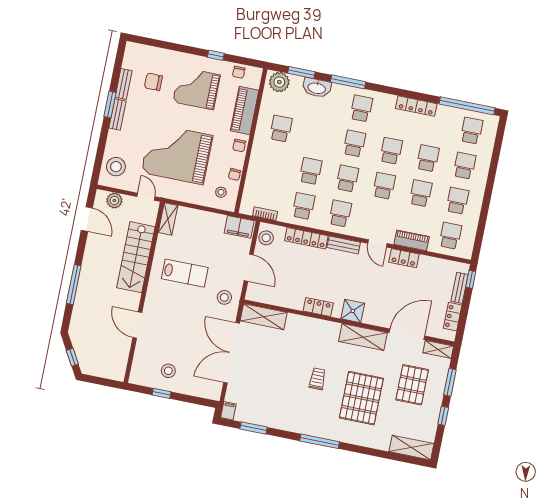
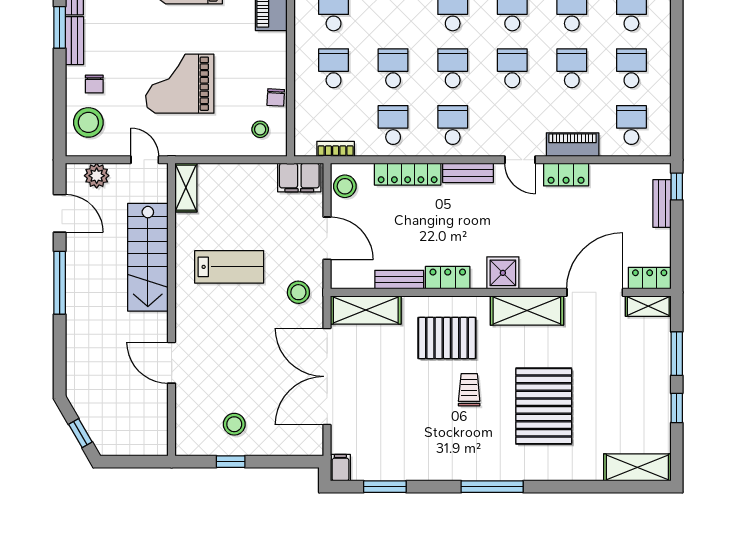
chair: (239, 145) -> (94, 84), moved
grand piano: (177, 154) -> (180, 84), width x0.73, depth x0.68
school desk: (274, 164) -> (334, 68), added
window: (74, 285) -> (60, 283), moved
bench: (288, 302) -> (399, 280), added
locker: (453, 317) -> (650, 278), moved, turned 90
pallet: (412, 385) -> (447, 338), moved, turned 90

